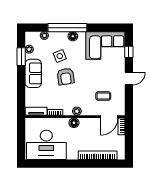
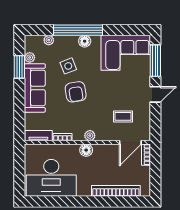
window: (129, 52) -> (155, 61), width x2.17
sofa: (33, 73) -> (35, 88), width x1.36

